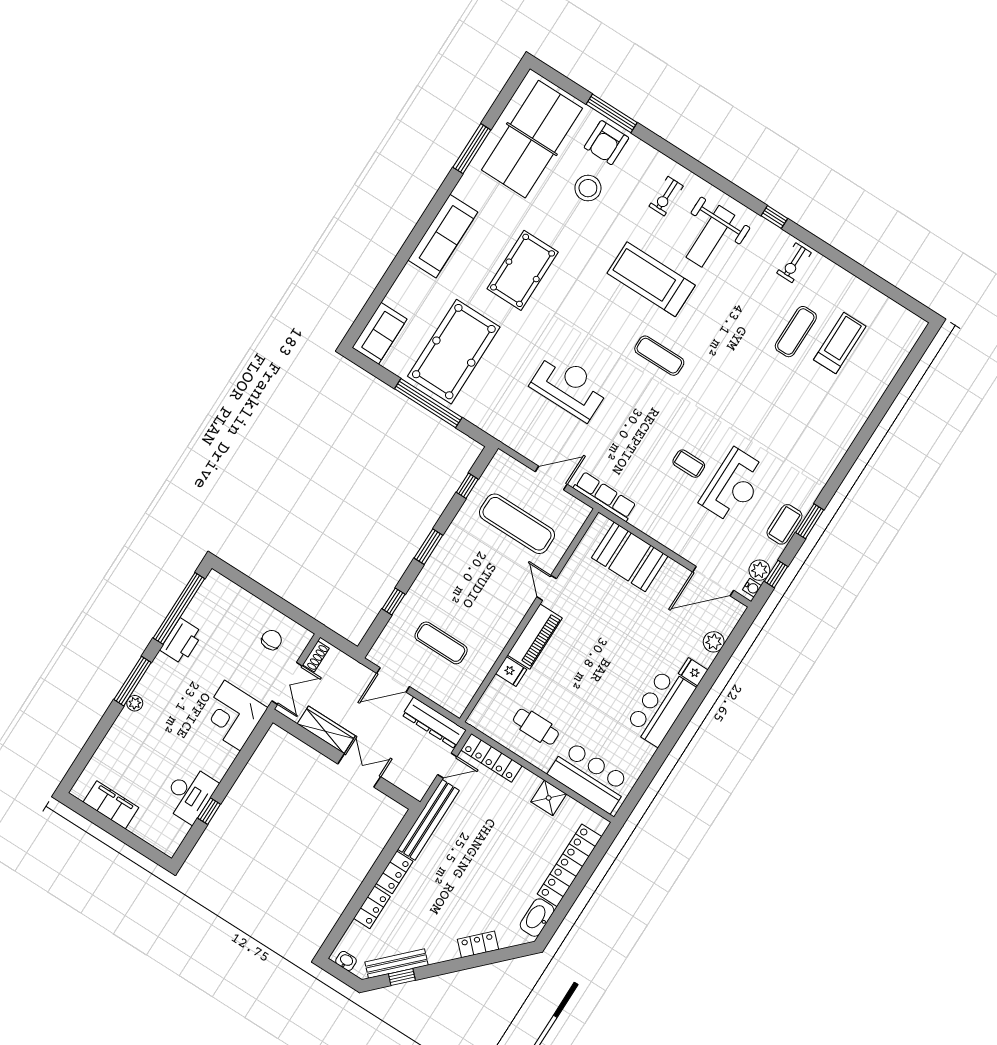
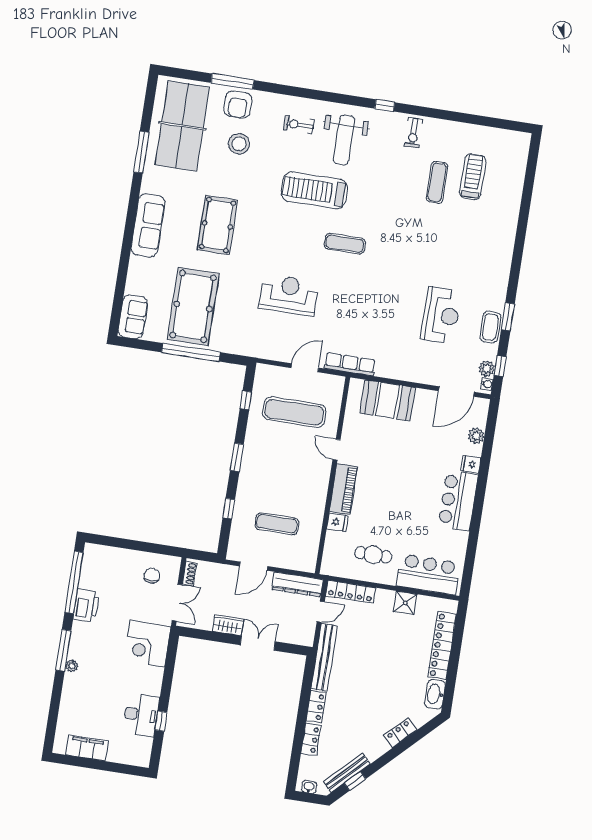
exercise bike: (666, 196) -> (299, 125), turned 90
coffee table: (689, 464) -> (401, 313), removed
wardrobe: (326, 730) -> (228, 625), width x0.67

